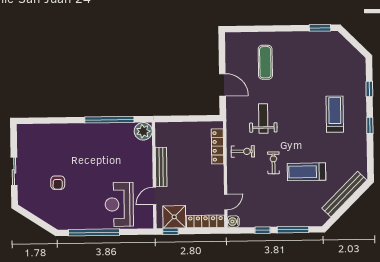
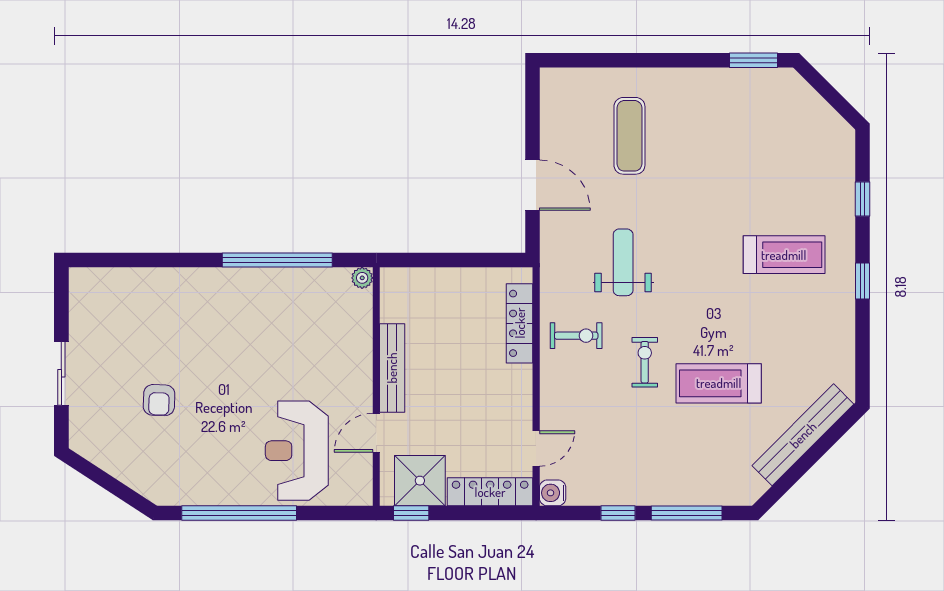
treadmill: (335, 114) -> (784, 255), turned 90
plant: (143, 131) -> (362, 278), width x0.53, depth x0.53

